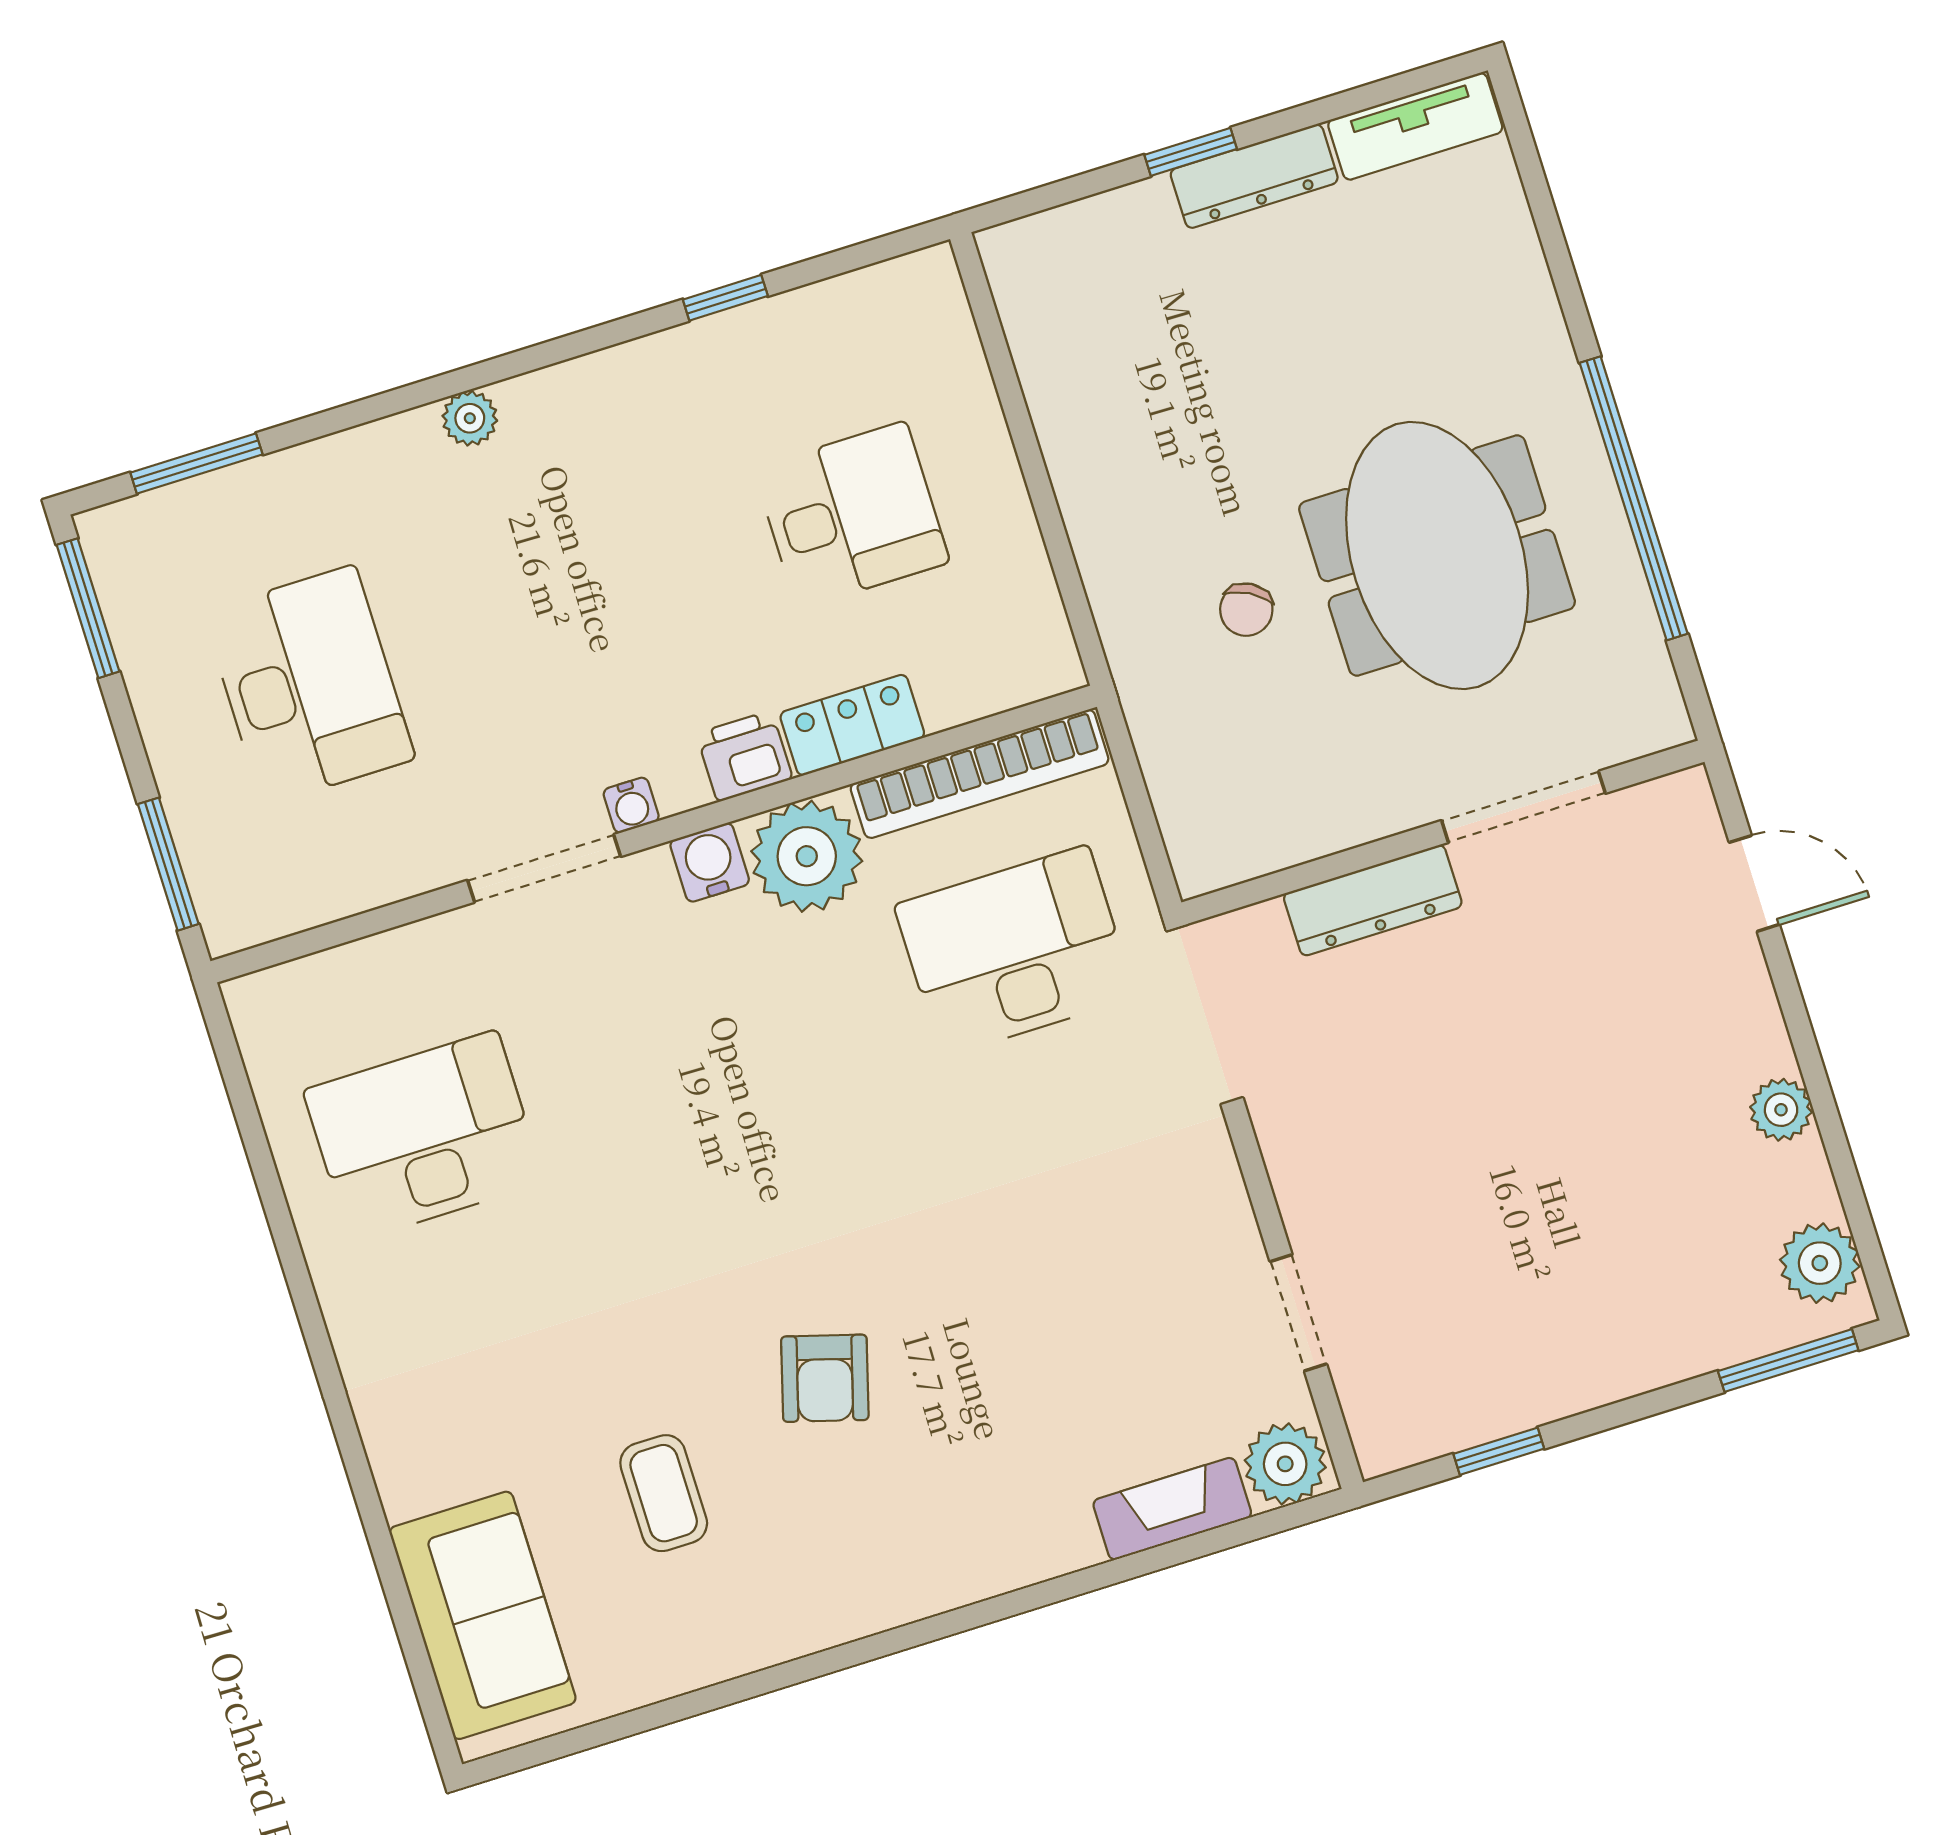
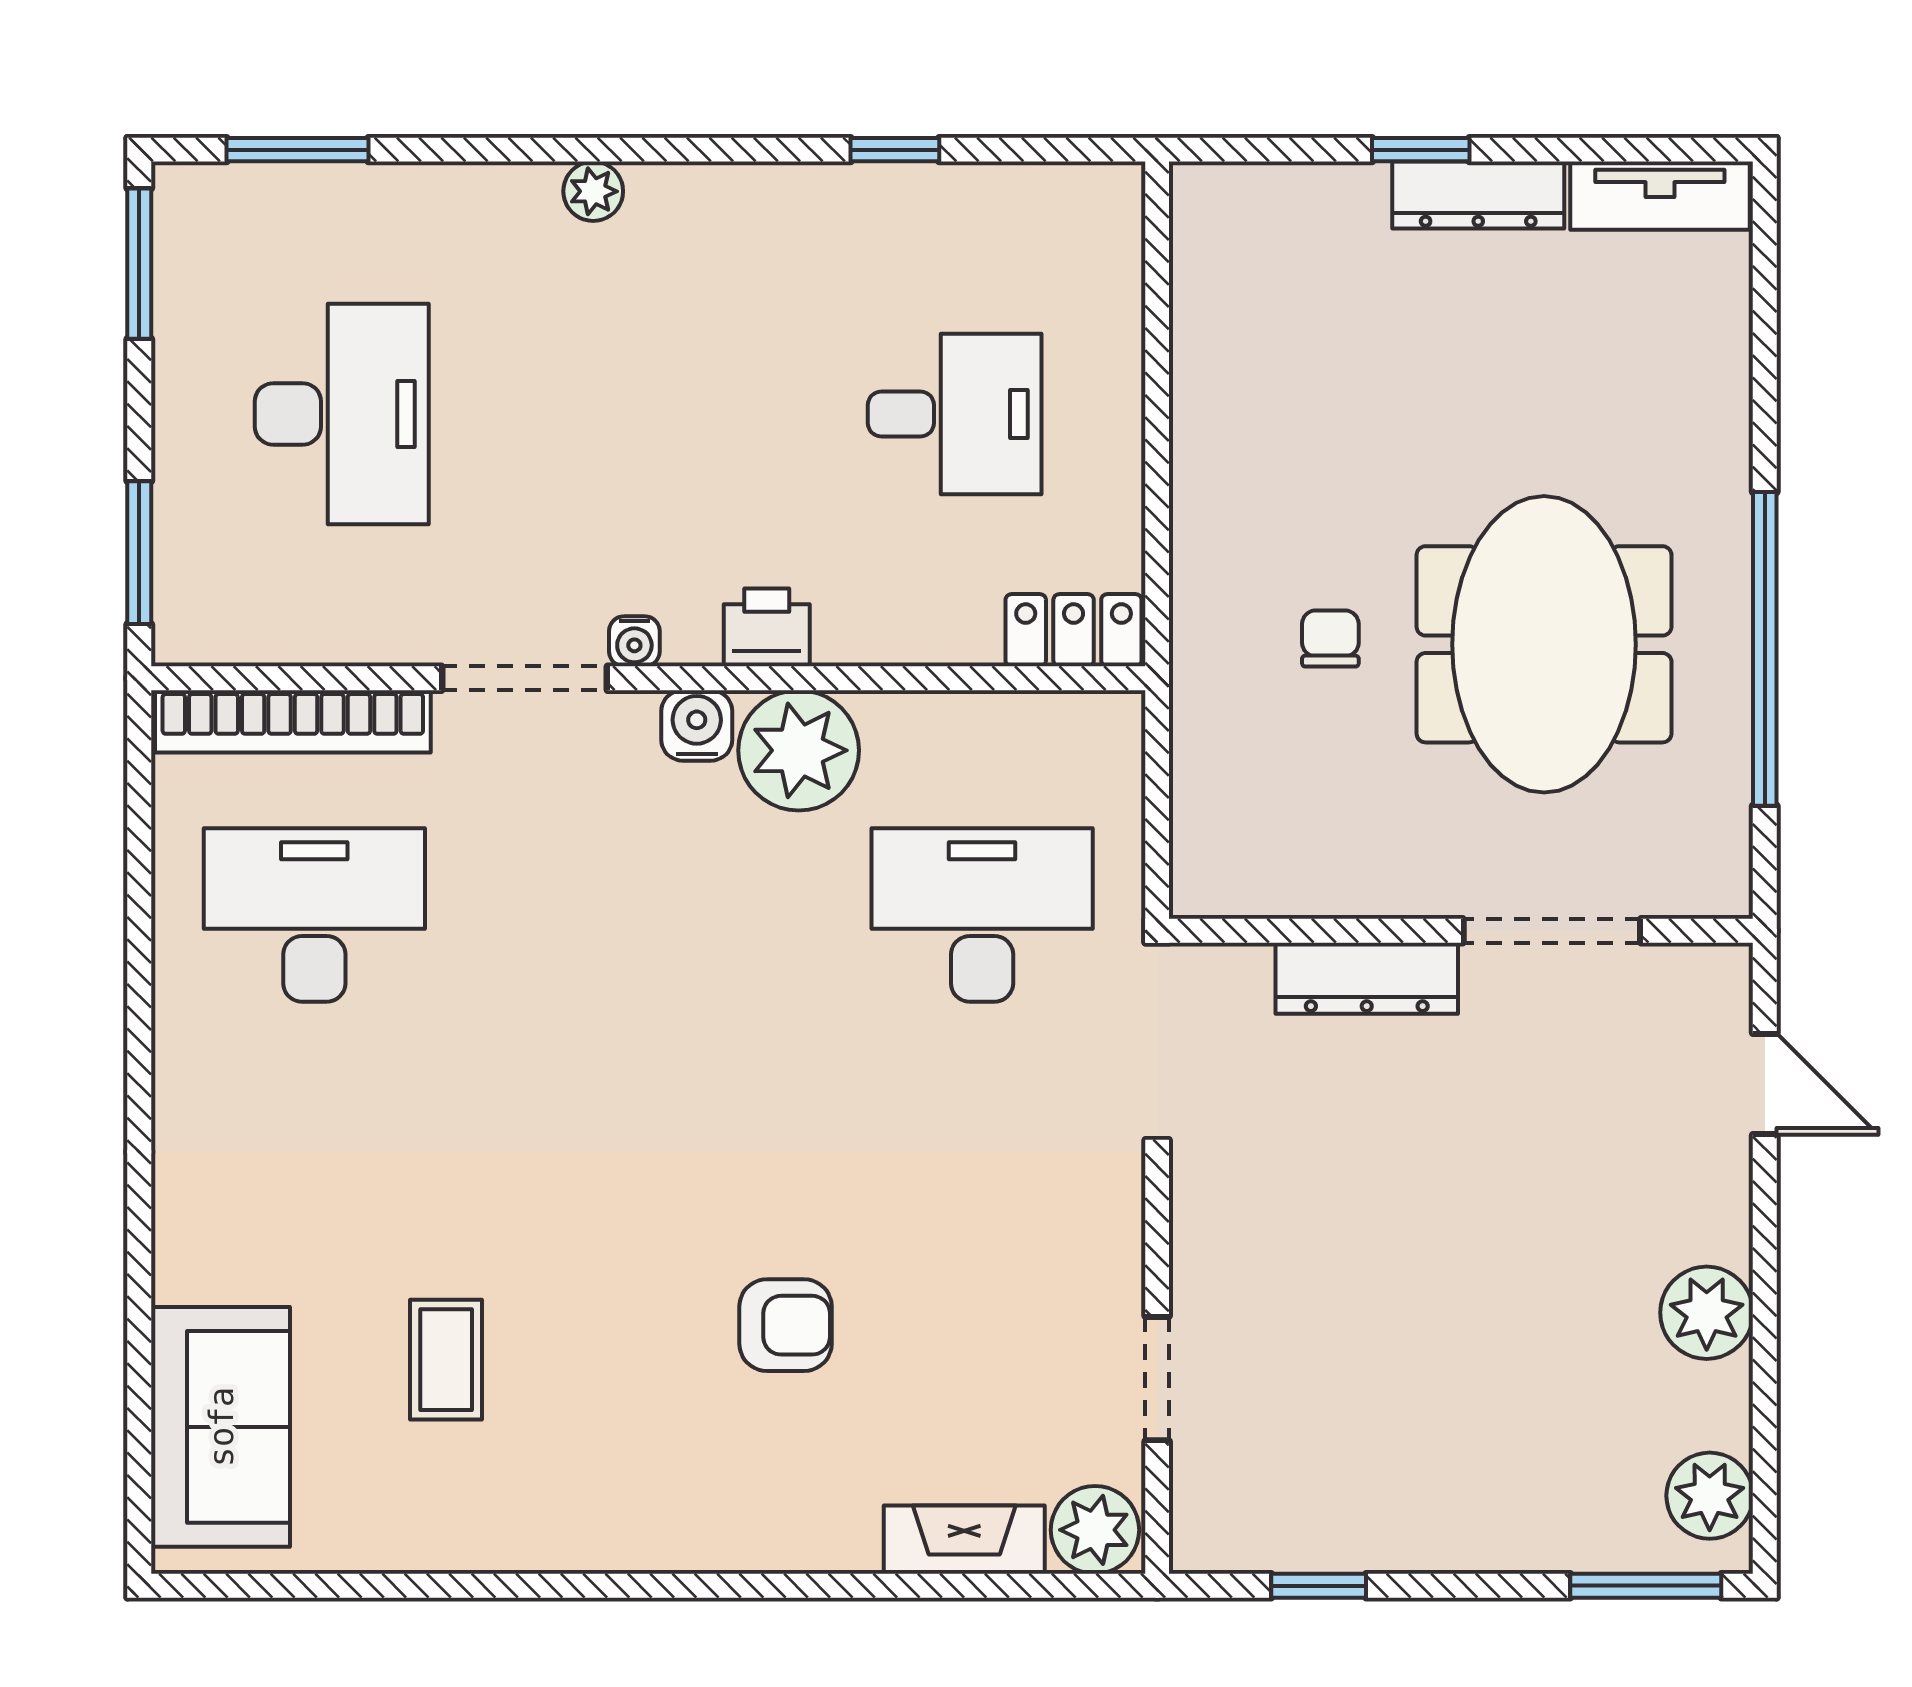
chair: (1246, 610) -> (1330, 638), turned 151
locker: (852, 725) -> (1074, 630), moved
bookcase: (980, 774) -> (293, 721), moved
plant: (1781, 1110) -> (1707, 1313), width x1.38, depth x1.38
armchair: (825, 1378) -> (786, 1325), moved, turned -106

